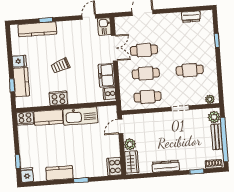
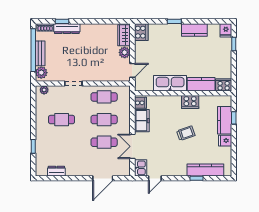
dresser: (166, 166) -> (67, 29), moved

